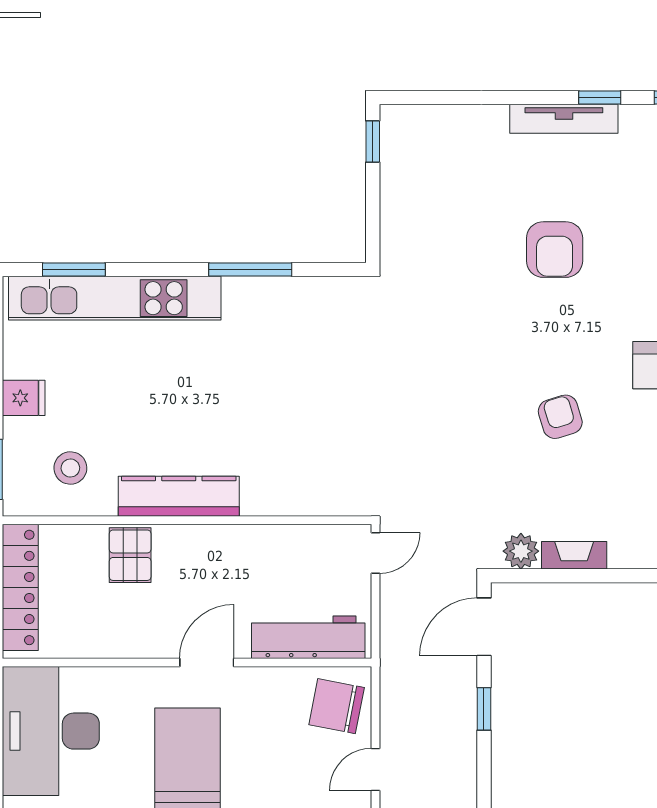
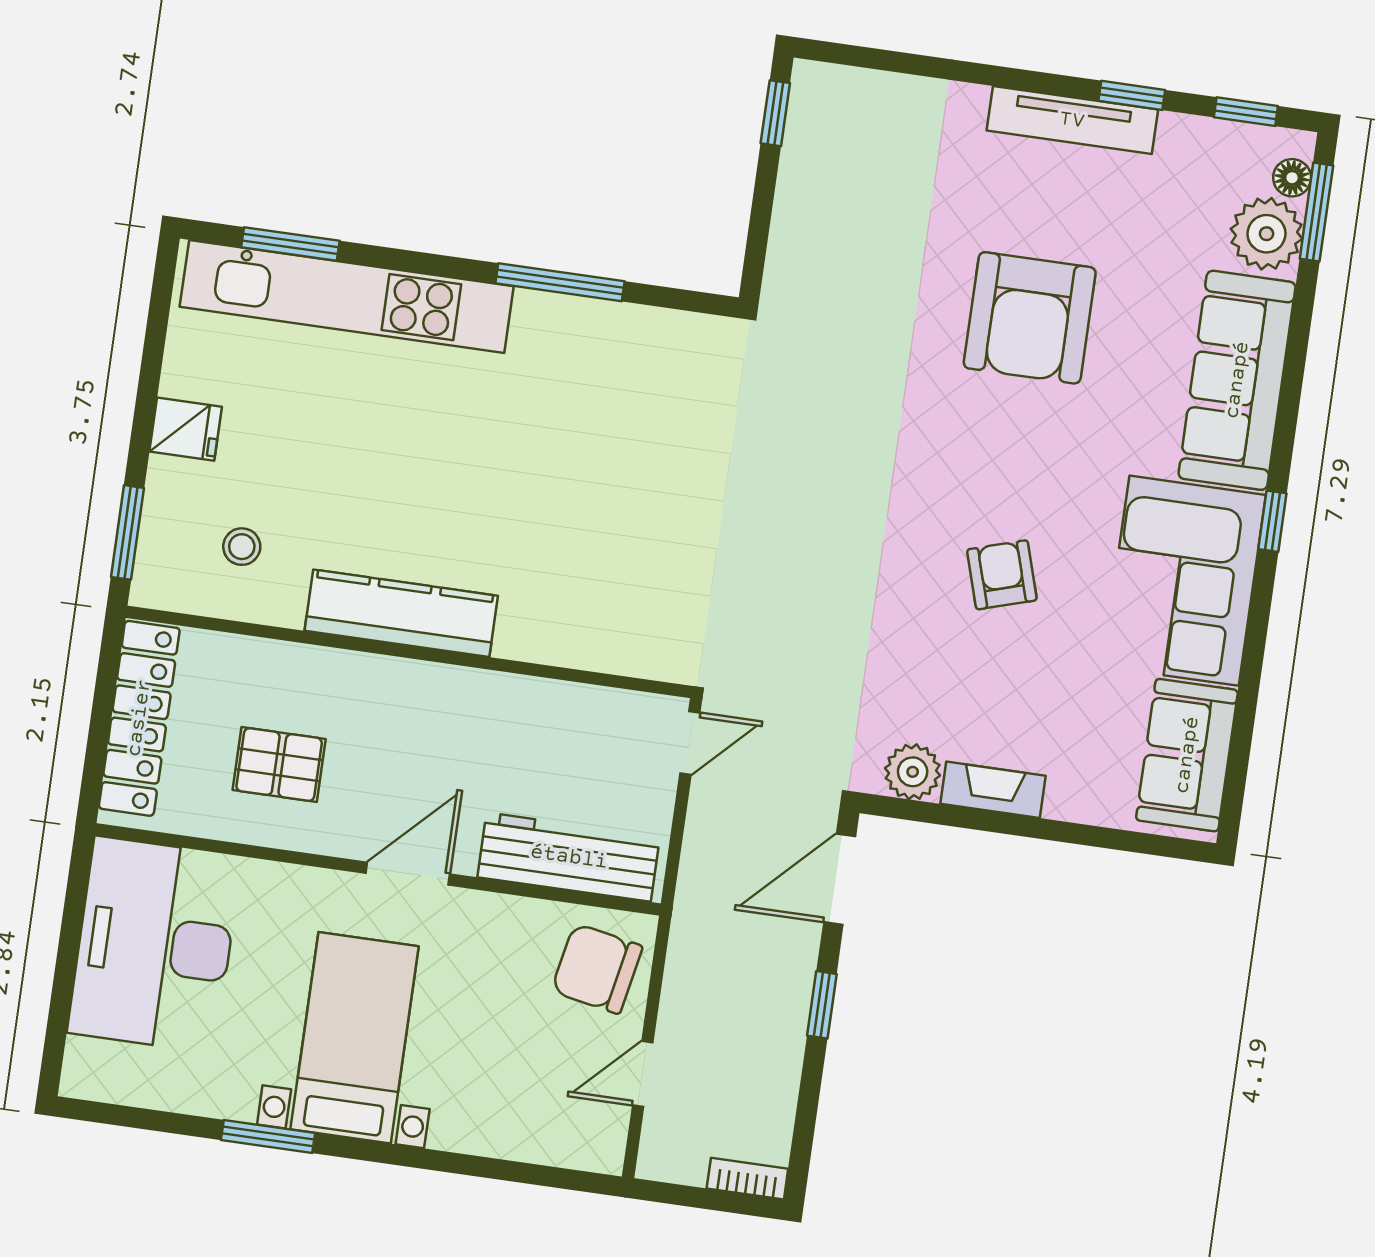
armchair: (555, 250) -> (1030, 318), width x1.36, depth x1.36
stool: (70, 468) -> (242, 547), width x0.73, depth x0.73
pallet: (130, 555) -> (279, 765), moved, turned 90

